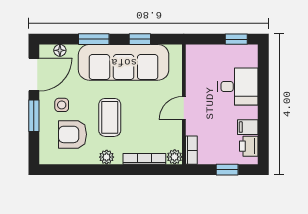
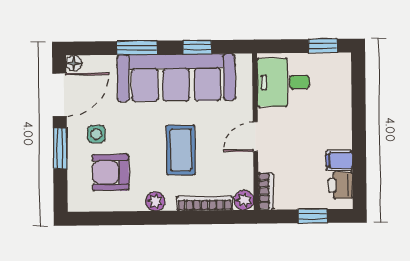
floor lamp: (60, 50) -> (74, 63), moved
desk: (238, 87) -> (283, 82), moved, turned 180
coffee table: (110, 117) -> (181, 150), moved

